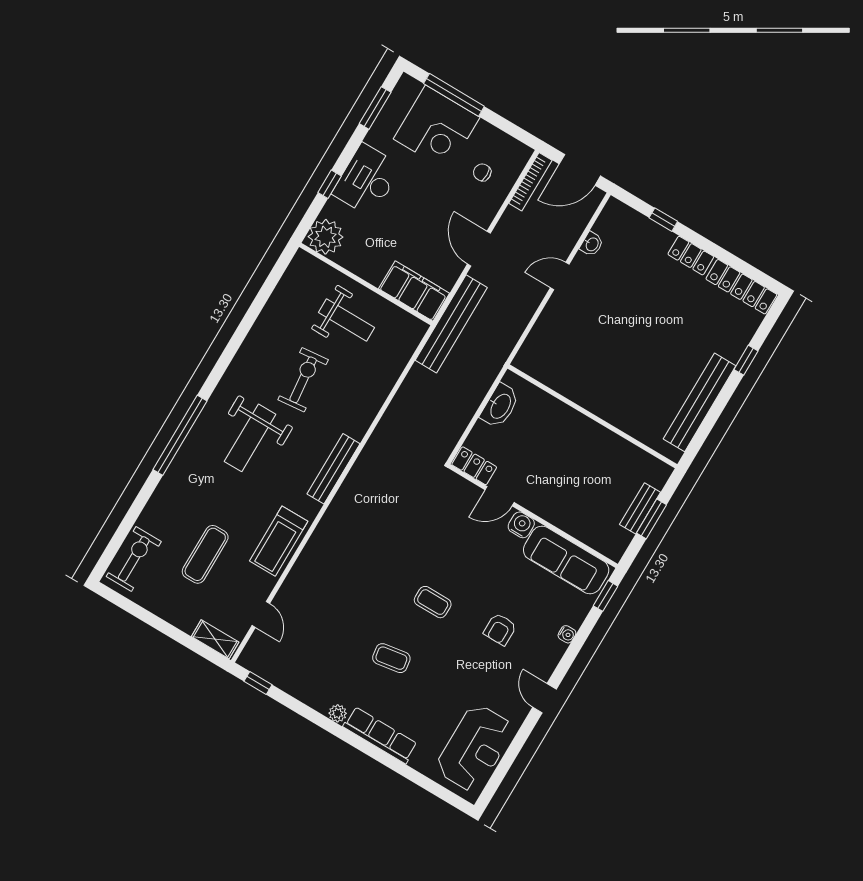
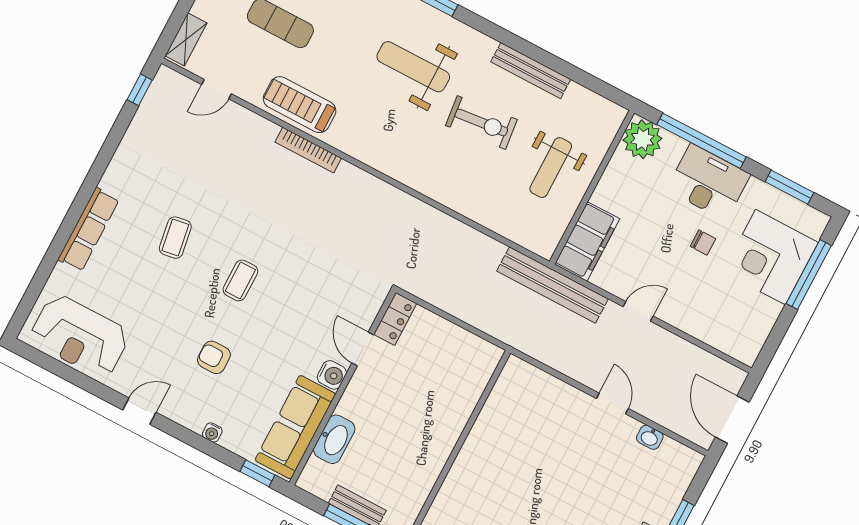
chair: (482, 172) -> (703, 243), moved, turned 90
bookcase: (530, 182) -> (308, 150), moved
window: (330, 184) -> (701, 141), width x3.17
door: (479, 249) -> (638, 311), width x0.73
washbasin: (500, 406) -> (334, 439), moved, turned -90
bench: (333, 469) -> (531, 71), moved
plant: (338, 713) -> (110, 181), removed

